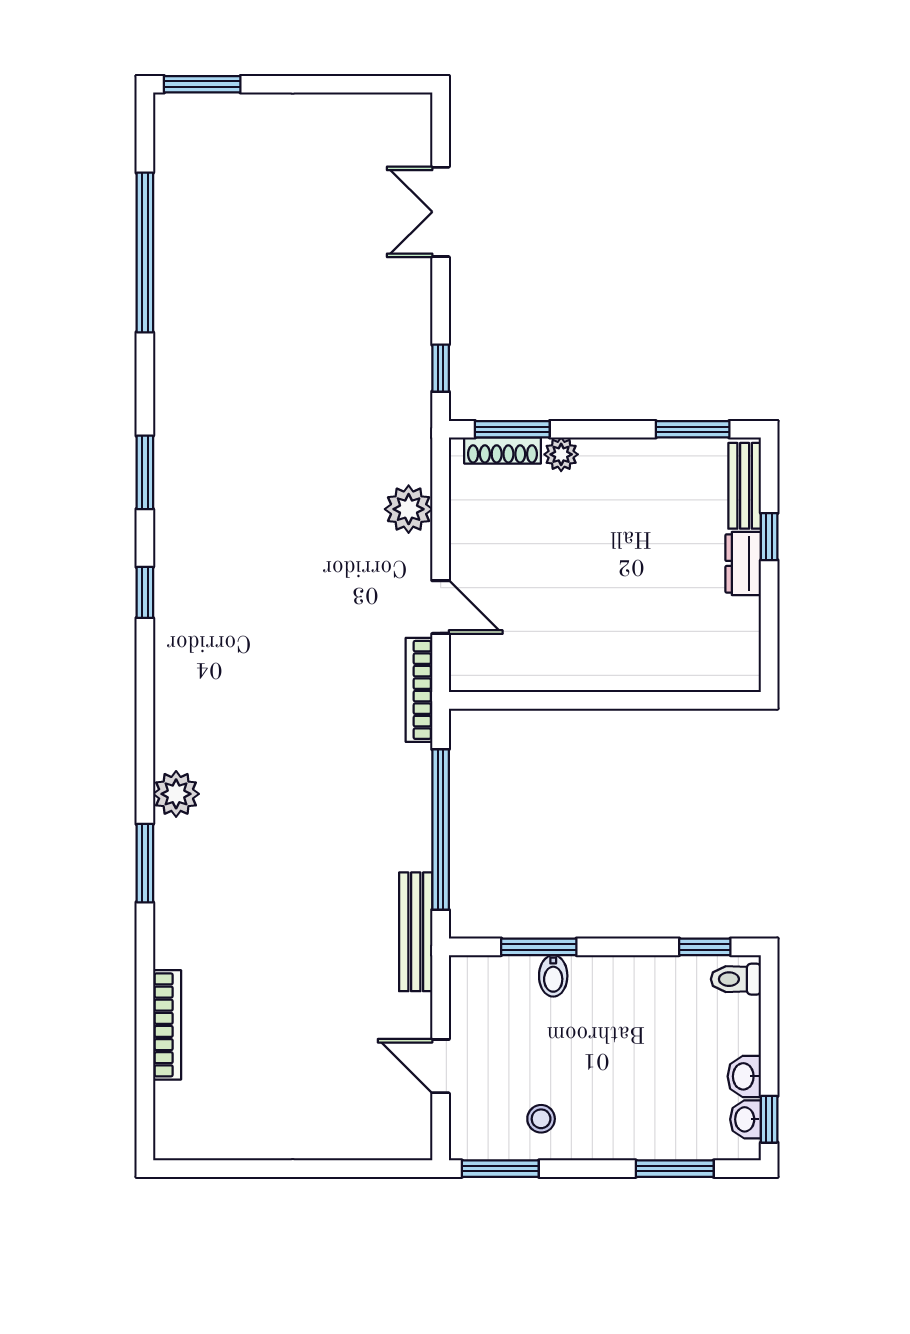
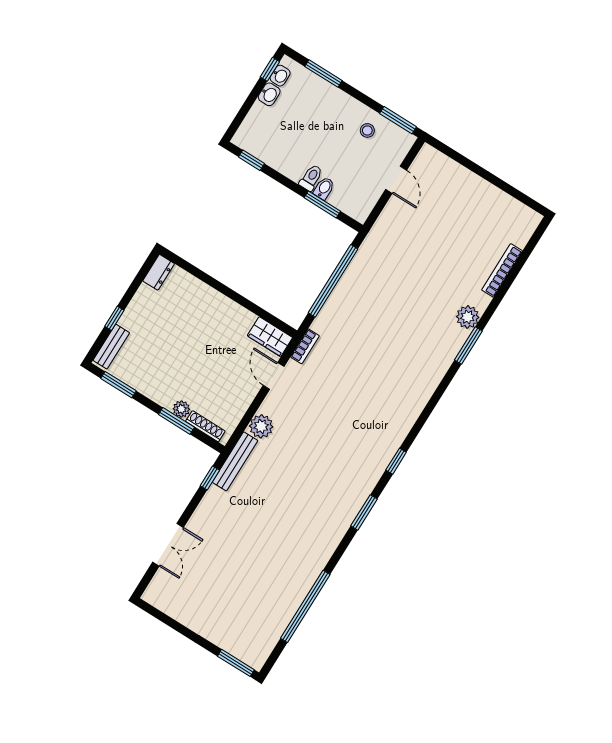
window: (512, 429) -> (176, 421), moved
dresser: (743, 563) -> (159, 272), moved
wardrobe: (488, 669) -> (270, 337), added
bookcase: (419, 690) -> (305, 346), width x0.64
plant: (176, 794) -> (468, 317), moved
bench: (416, 932) -> (235, 461), moved
toilet: (736, 979) -> (311, 178), moved, turned -90

